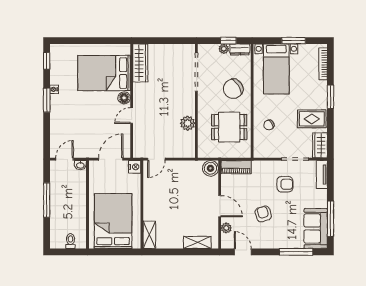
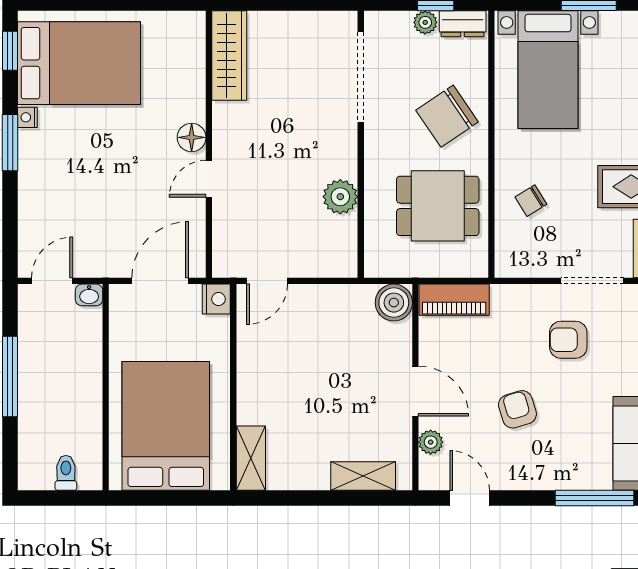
bed: (104, 73) -> (79, 63), moved, turned 180
armchair: (285, 184) -> (568, 340), turned 180

